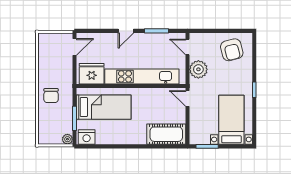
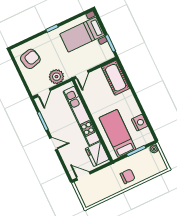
nightstand: (87, 137) -> (140, 123), moved

